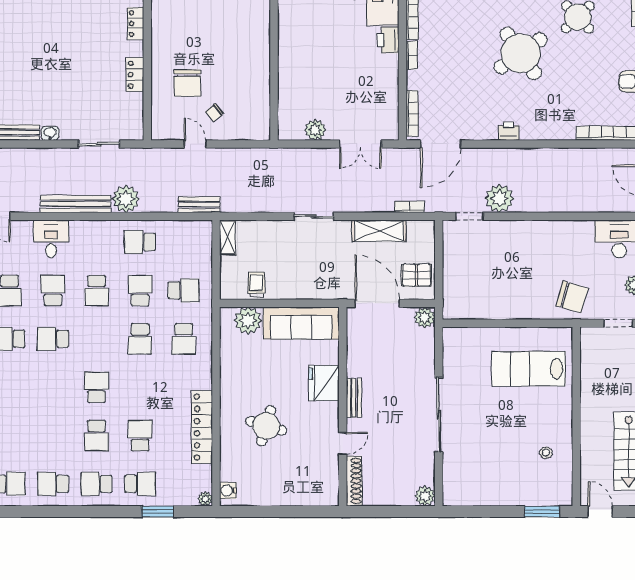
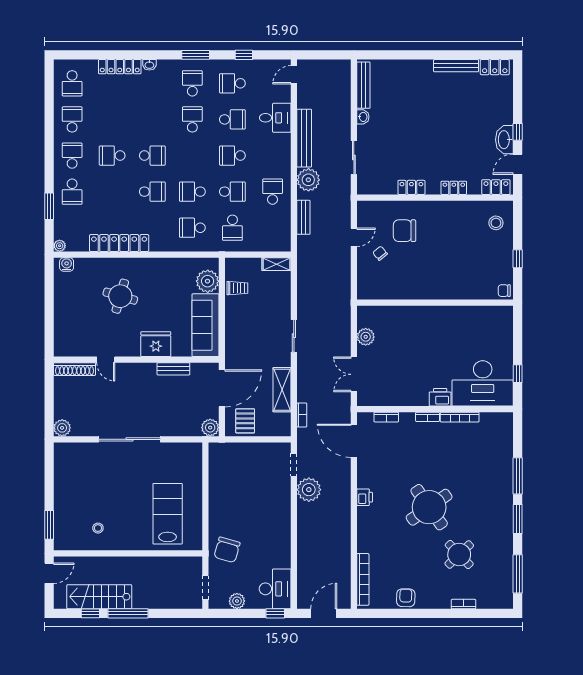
bookcase: (412, 113) -> (386, 417), width x0.64
bench: (199, 205) -> (303, 217), moved
bench: (354, 398) -> (173, 369), moved
school desk: (140, 436) -> (152, 192), moved

